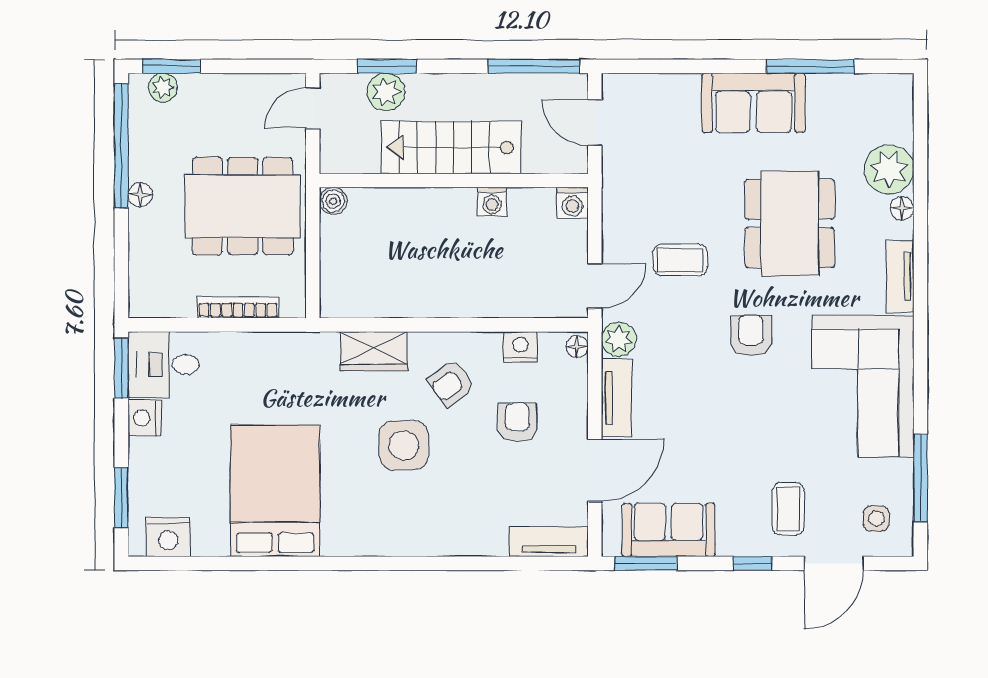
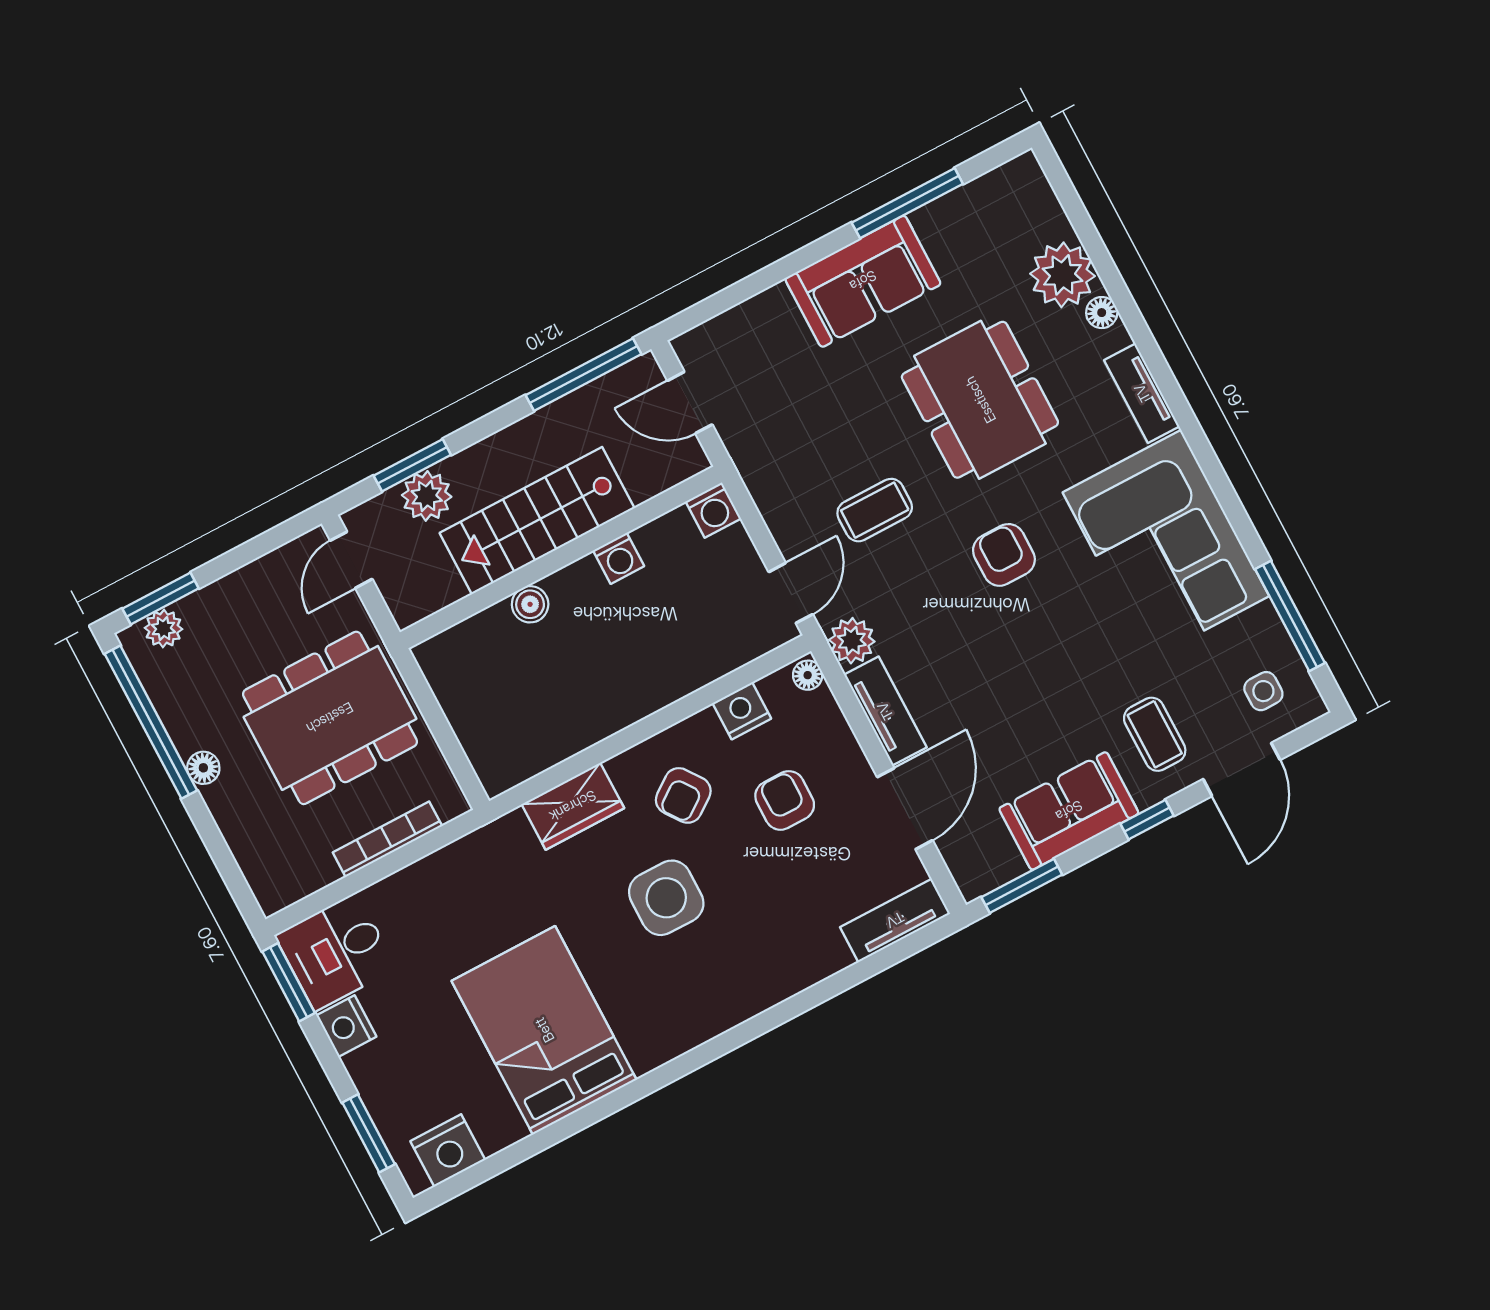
boiler: (333, 201) -> (530, 604), moved
sofa: (669, 530) -> (1069, 811), moved

